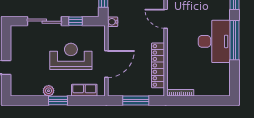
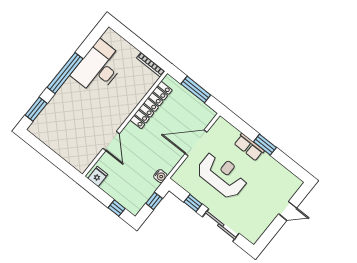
desk: (214, 41) -> (99, 68), moved
reception desk: (71, 56) -> (222, 175), turned 180
row of seats: (84, 90) -> (249, 147), moved
plant: (49, 91) -> (266, 160), removed

